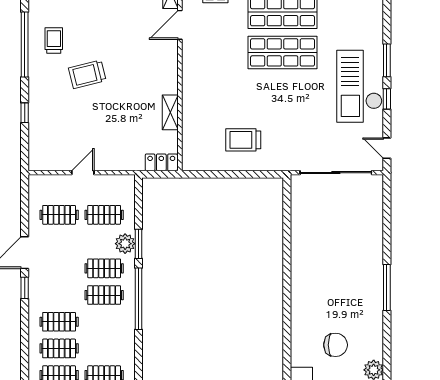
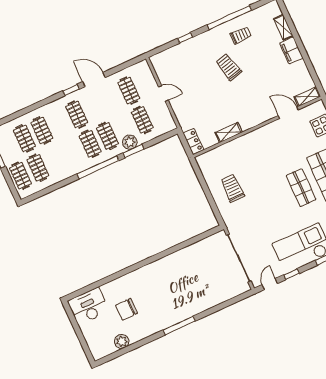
shop shelf: (283, 52) -> (301, 188), width x0.70, depth x0.74
window: (387, 99) -> (291, 274), moved
clothes rail: (59, 322) -> (77, 114), moved
chair: (336, 345) -> (127, 309), turned 90

